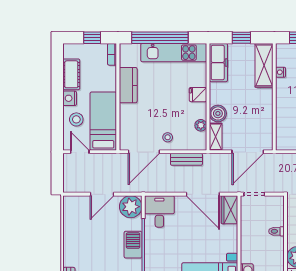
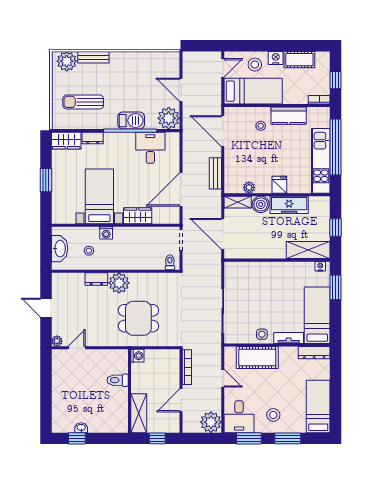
freezer: (218, 63) -> (289, 205), moved
nightstand: (281, 72) -> (320, 266), moved
stool: (168, 137) -> (261, 126), moved
wardrobe: (229, 210) -> (138, 216), moved
desk: (159, 211) -> (150, 148), moved, turned -90
toilet: (276, 231) -> (170, 262), moved

